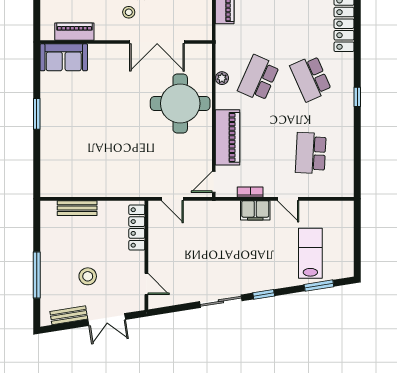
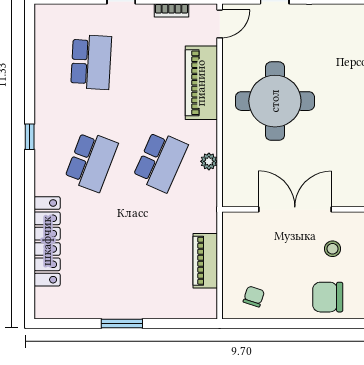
school desk: (311, 78) -> (91, 161), turned 45
round table: (180, 103) -> (275, 101), moved

